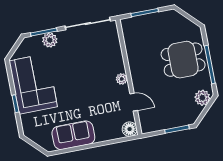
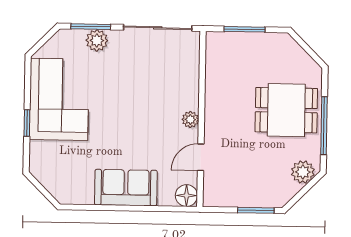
door: (134, 102) -> (201, 157), swing flipped
sofa: (73, 135) -> (126, 188), moved

